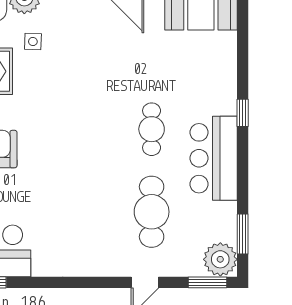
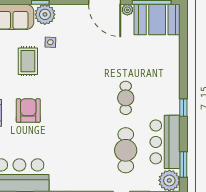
window: (243, 113) -> (183, 108), moved
bar counter: (214, 158) -> (165, 142), moved

